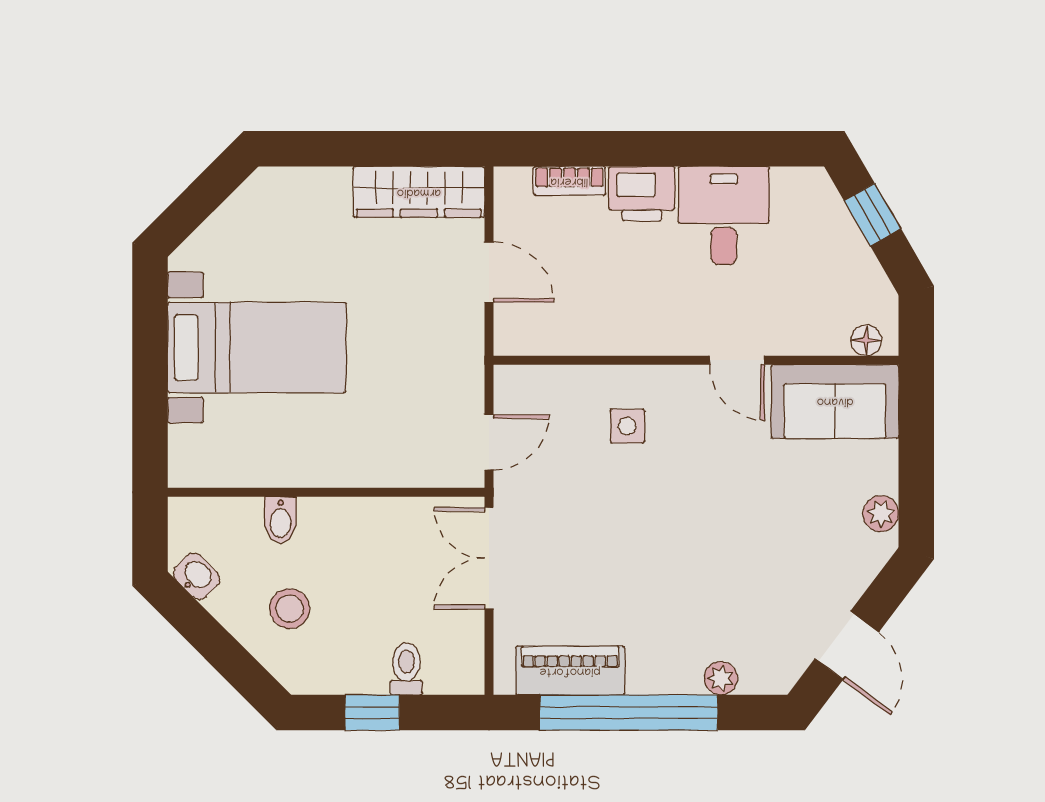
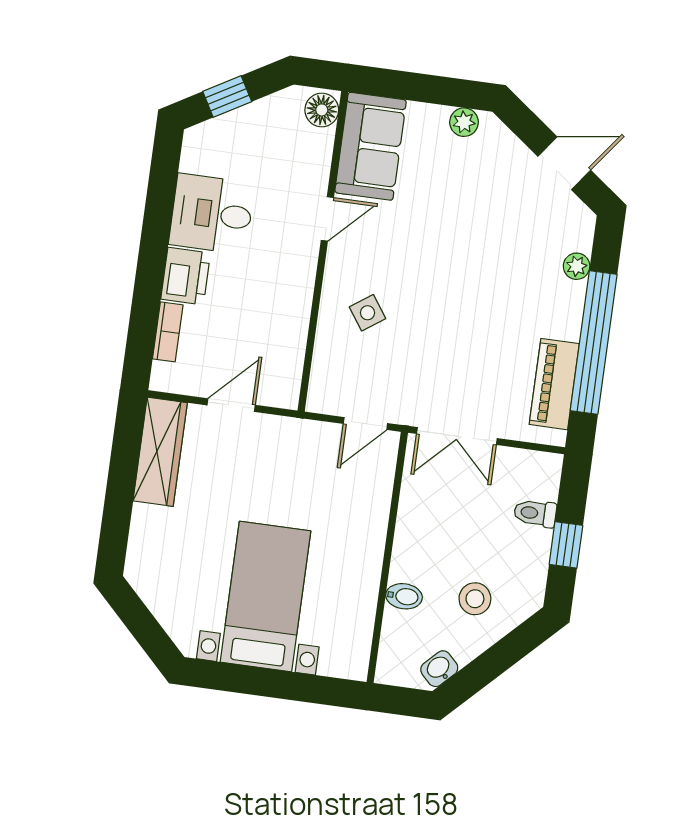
floor lamp: (866, 340) -> (322, 110), width x1.37, depth x1.37
side table: (627, 426) -> (368, 313), turned -35
door: (489, 442) -> (365, 423), swing flipped

